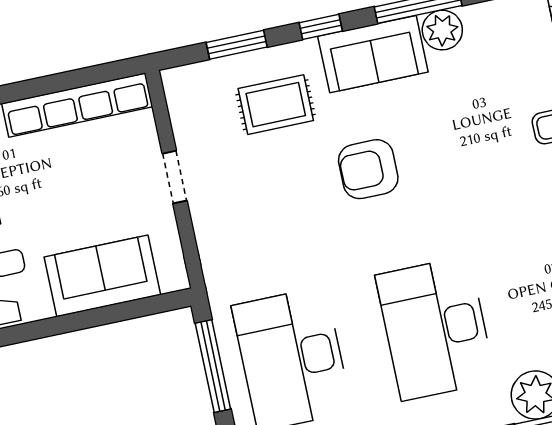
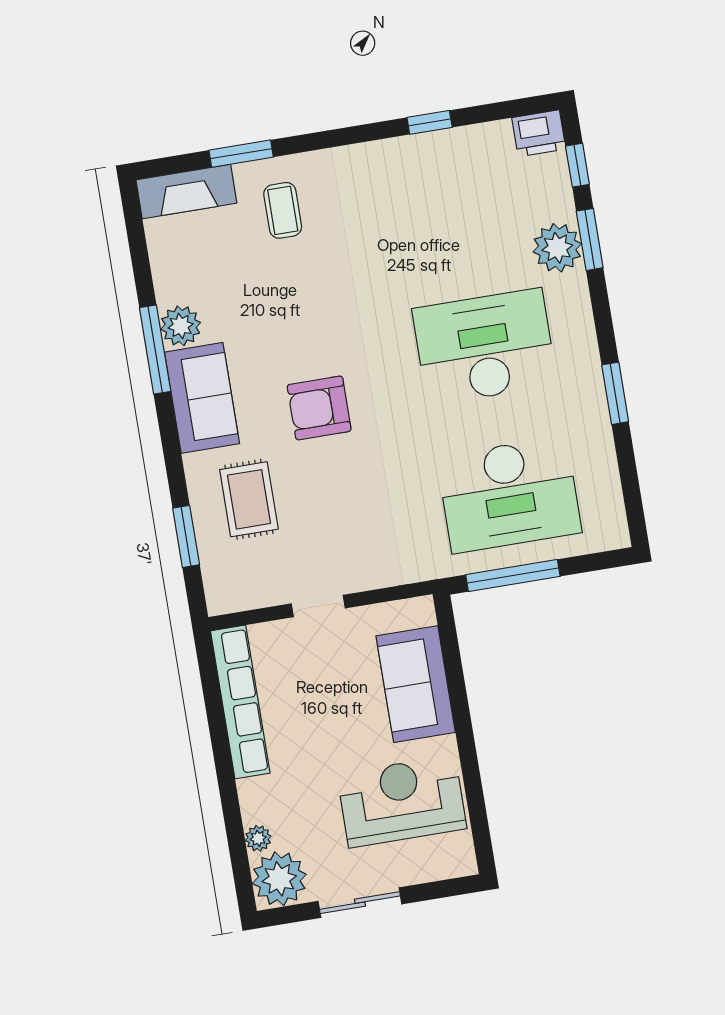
window: (321, 27) -> (172, 450), removed
armchair: (368, 169) -> (319, 408), turned 90
desk: (435, 328) -> (485, 347), turned 180

